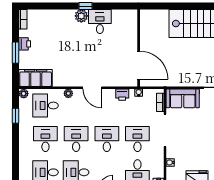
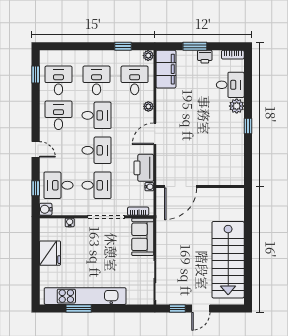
plant: (81, 16) -> (237, 106), moved
desk: (100, 22) -> (230, 85), moved
printer: (122, 95) -> (144, 168), width x1.87, depth x1.48
desk: (45, 139) -> (97, 80), turned -90

